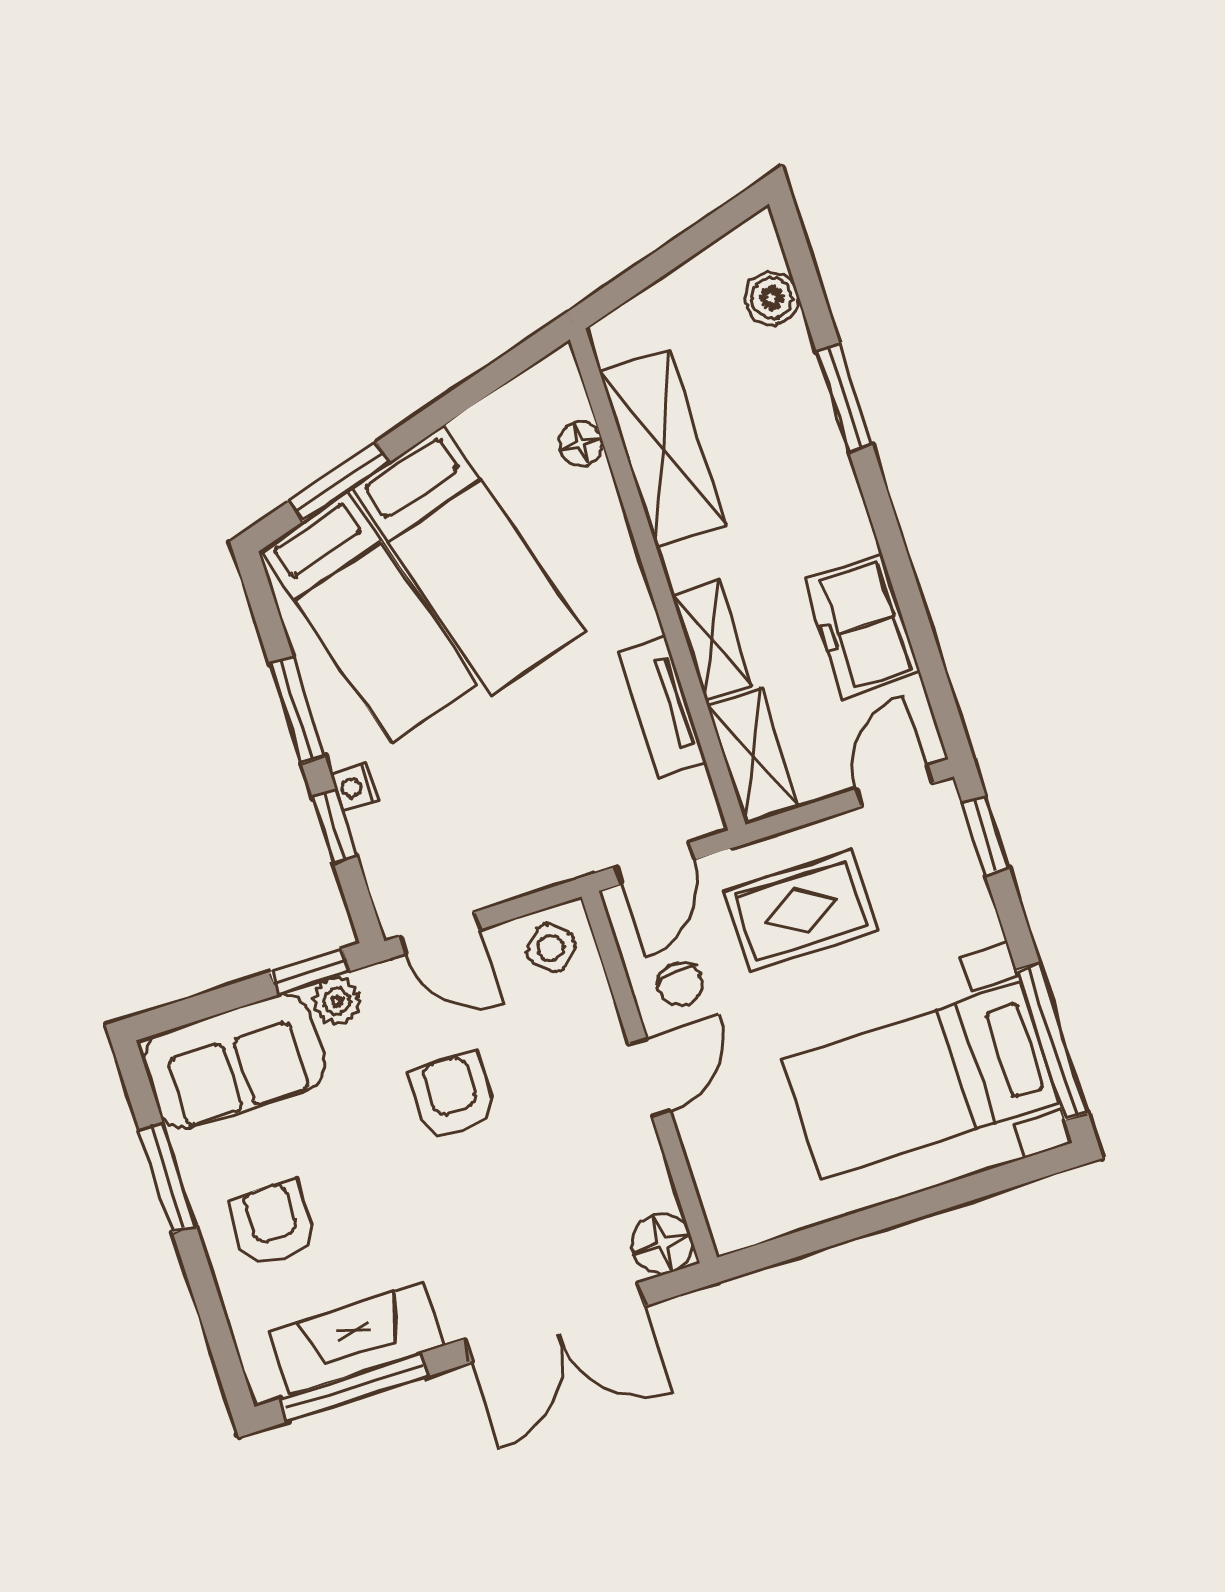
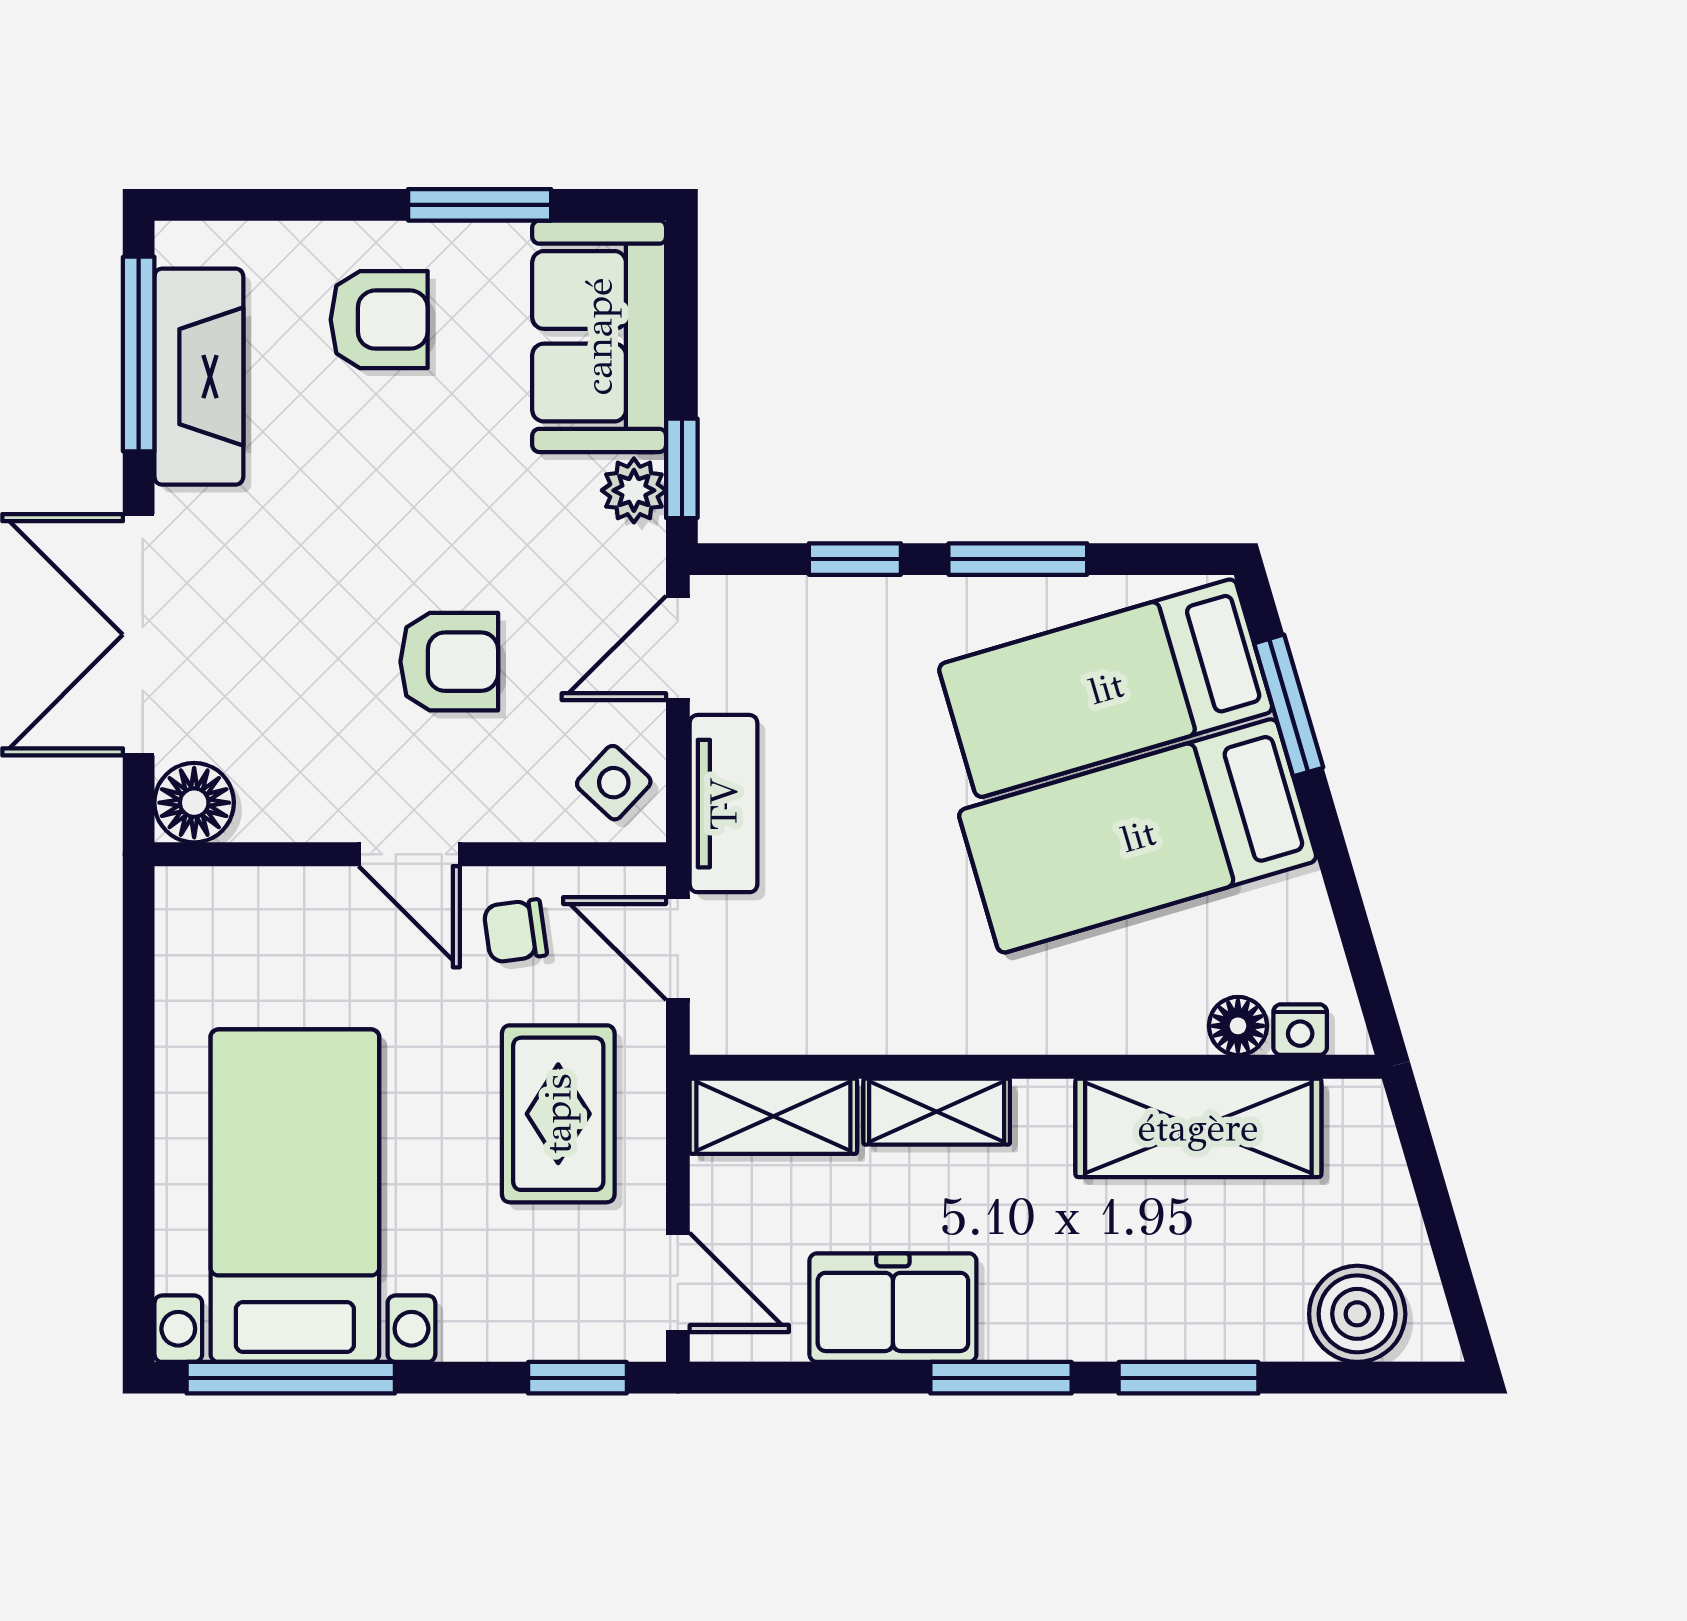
boiler: (772, 298) -> (1357, 1314), width x1.36, depth x1.36
window: (888, 532) -> (1001, 1378), added
tv unit: (662, 707) -> (724, 804), moved, turned 90
nightstand: (354, 787) -> (1300, 1030), moved, turned 180
armchair: (452, 1095) -> (449, 662), moved

